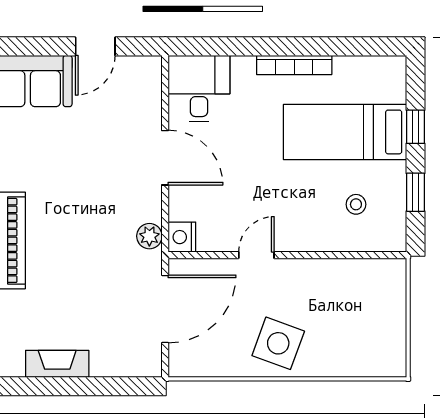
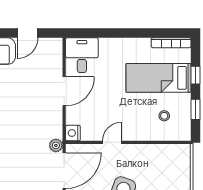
bookcase: (294, 65) -> (171, 43), moved
door: (165, 158) -> (64, 91), hinge flipped
plant: (149, 236) -> (56, 145), moved

